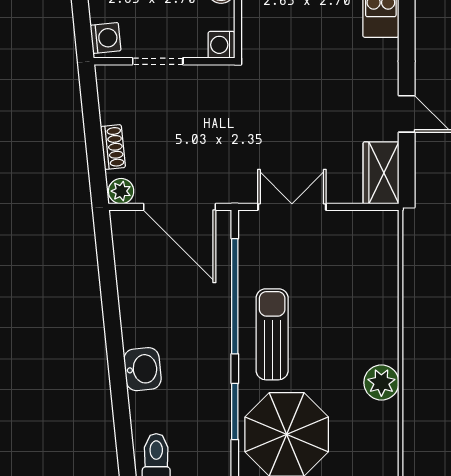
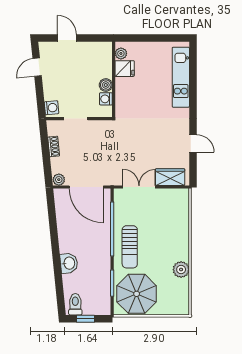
washing machine: (221, 45) -> (106, 99), moved
shoe rack: (113, 147) -> (54, 147), moved
wardrobe: (381, 173) -> (170, 177), moved, turned 90
sun lounger: (272, 334) -> (130, 247), turned 180

